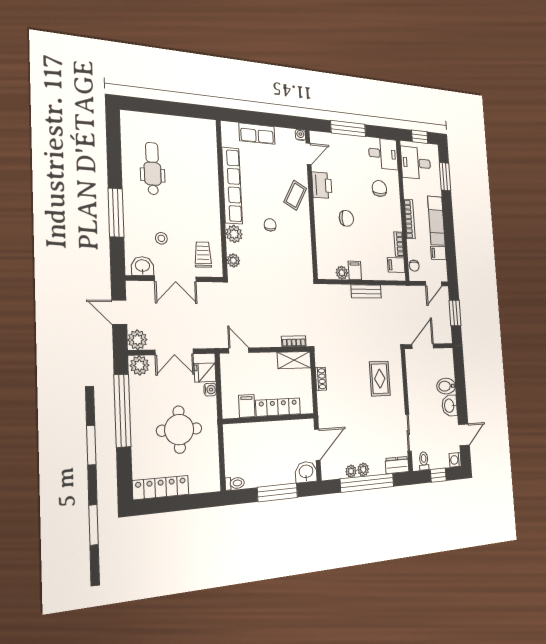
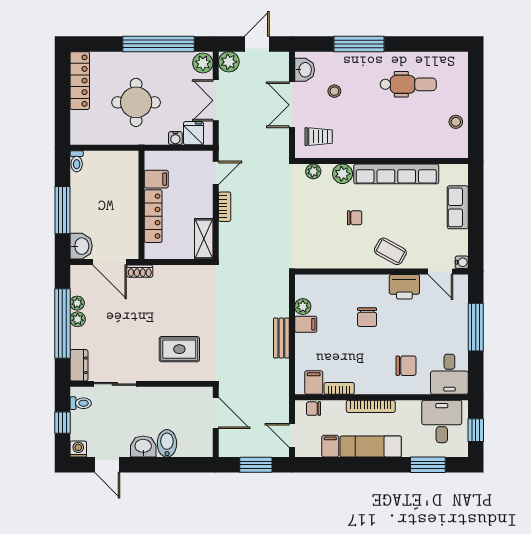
stool: (185, 128) -> (456, 122), added
bookcase: (294, 341) -> (225, 207), moved
shoe rack: (321, 379) -> (140, 271), moved

